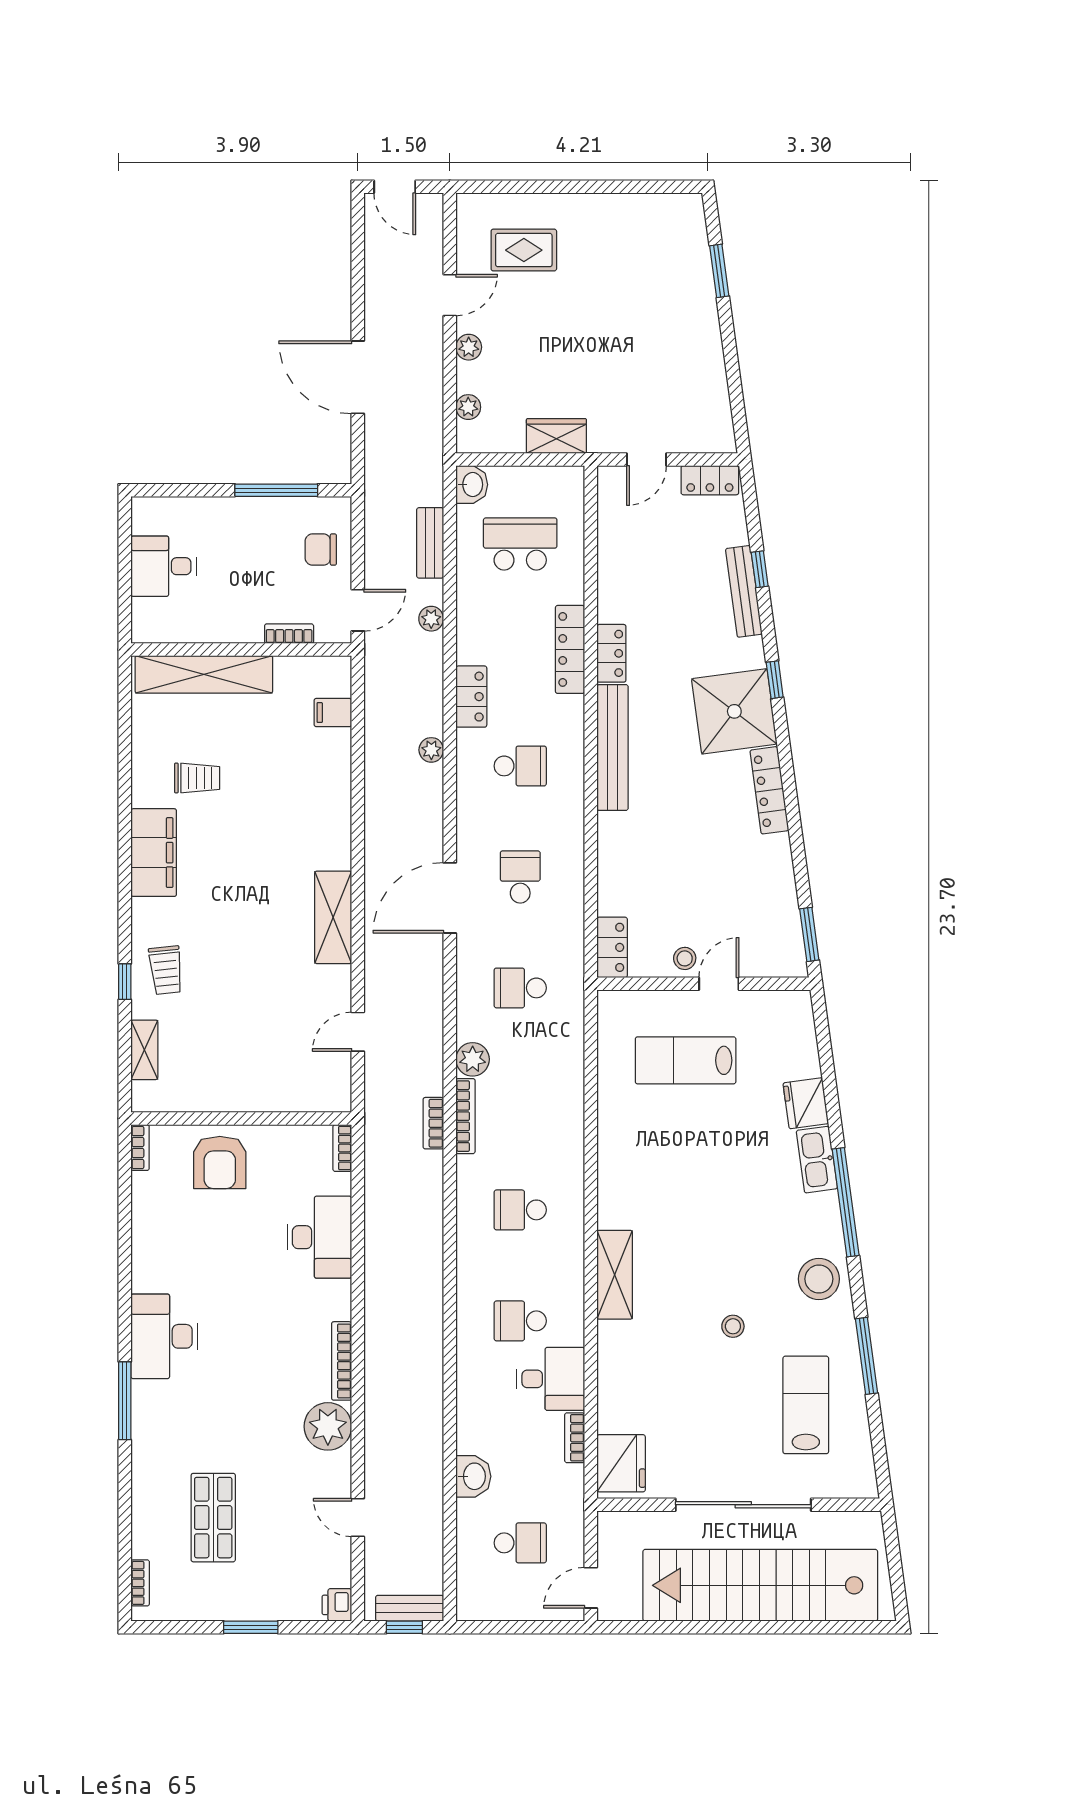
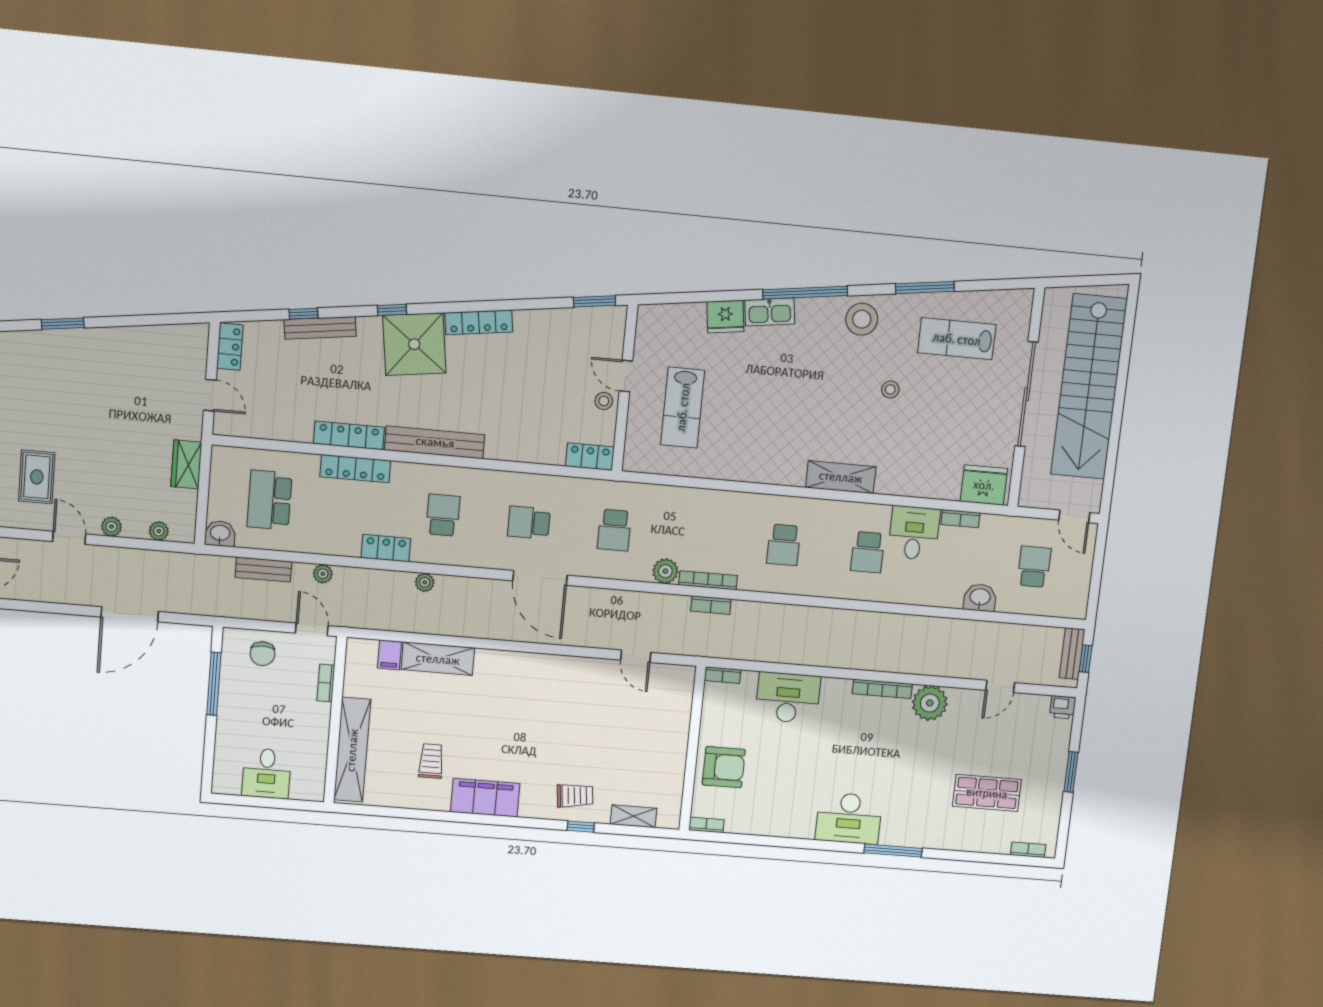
locker: (611, 653) -> (349, 436), width x1.53
shelving: (333, 917) -> (438, 659), moved

